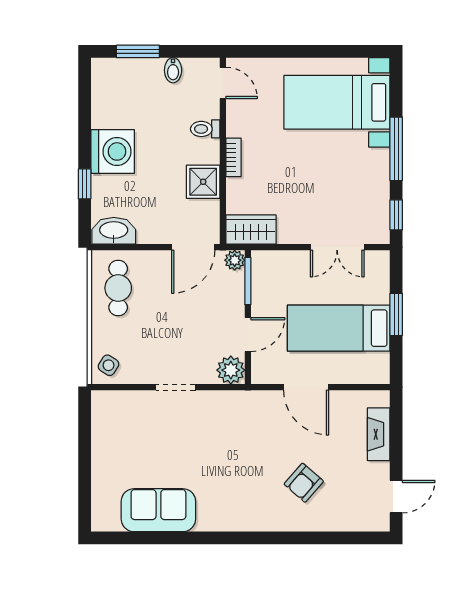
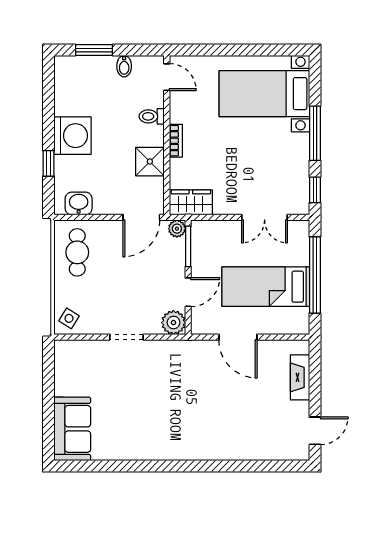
washbasin: (114, 231) -> (79, 203), width x0.72
window: (396, 314) -> (315, 275), width x2.11
armchair: (304, 483) -> (236, 419), removed
sofa: (158, 510) -> (72, 429), moved, turned 90

